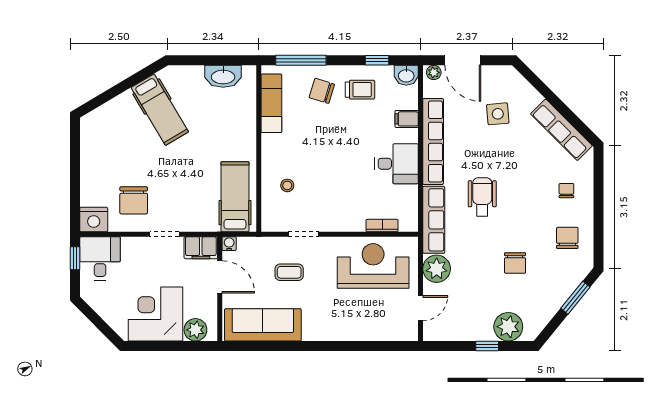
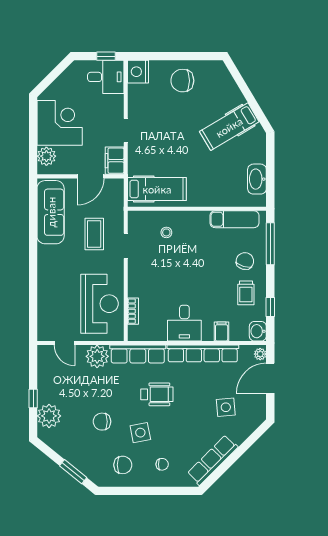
chair: (134, 200) -> (182, 81), moved
side table: (528, 217) -> (140, 433), added
water cooler: (229, 244) -> (118, 184), removed
coffee table: (289, 272) -> (94, 234), width x1.36, depth x1.30

